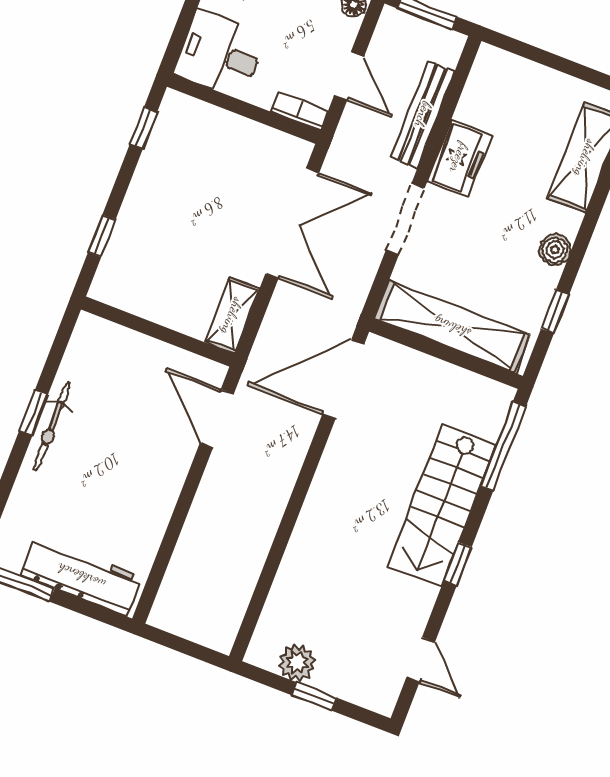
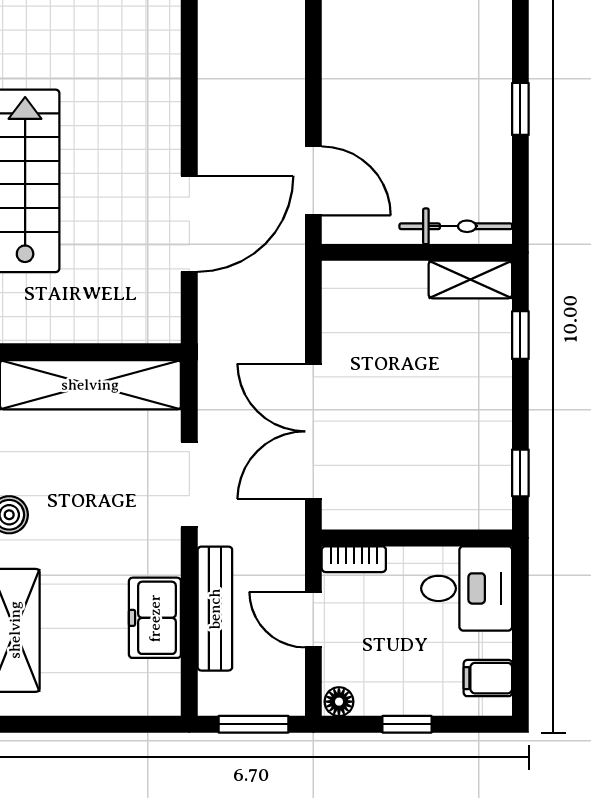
freezer: (459, 158) -> (155, 618), moved
shelving: (232, 316) -> (470, 279), moved, turned 90
door: (343, 379) -> (189, 224), moved
bicycle: (52, 426) -> (456, 226), moved, turned 90

